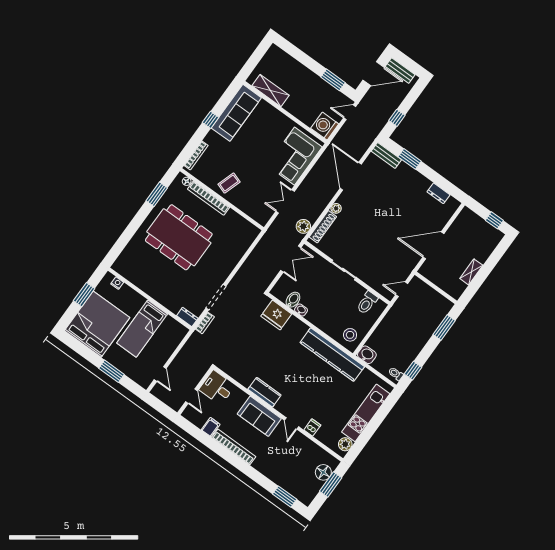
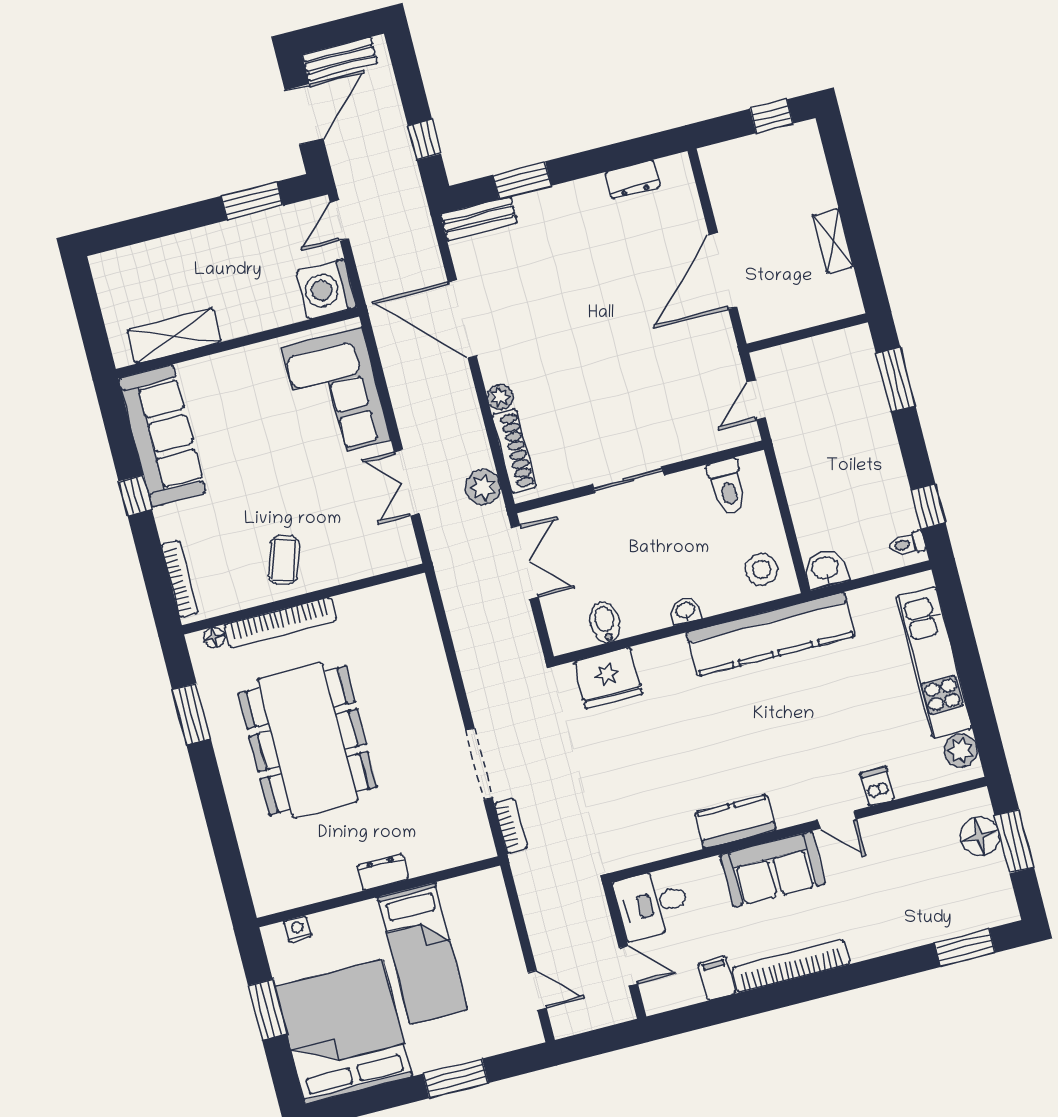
dining table: (179, 237) -> (308, 740), turned 90
washbasin: (301, 310) -> (686, 611), moved
dresser: (187, 317) -> (383, 872), moved

